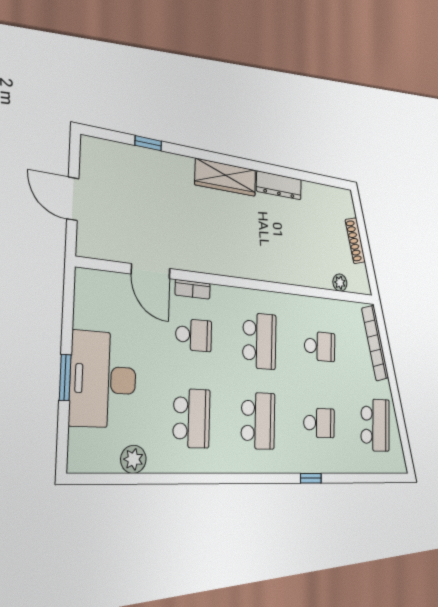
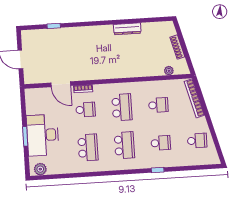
wardrobe: (226, 177) -> (96, 32), removed
school desk: (375, 425) -> (197, 141), width x0.54
plant: (133, 459) -> (40, 169), moved

